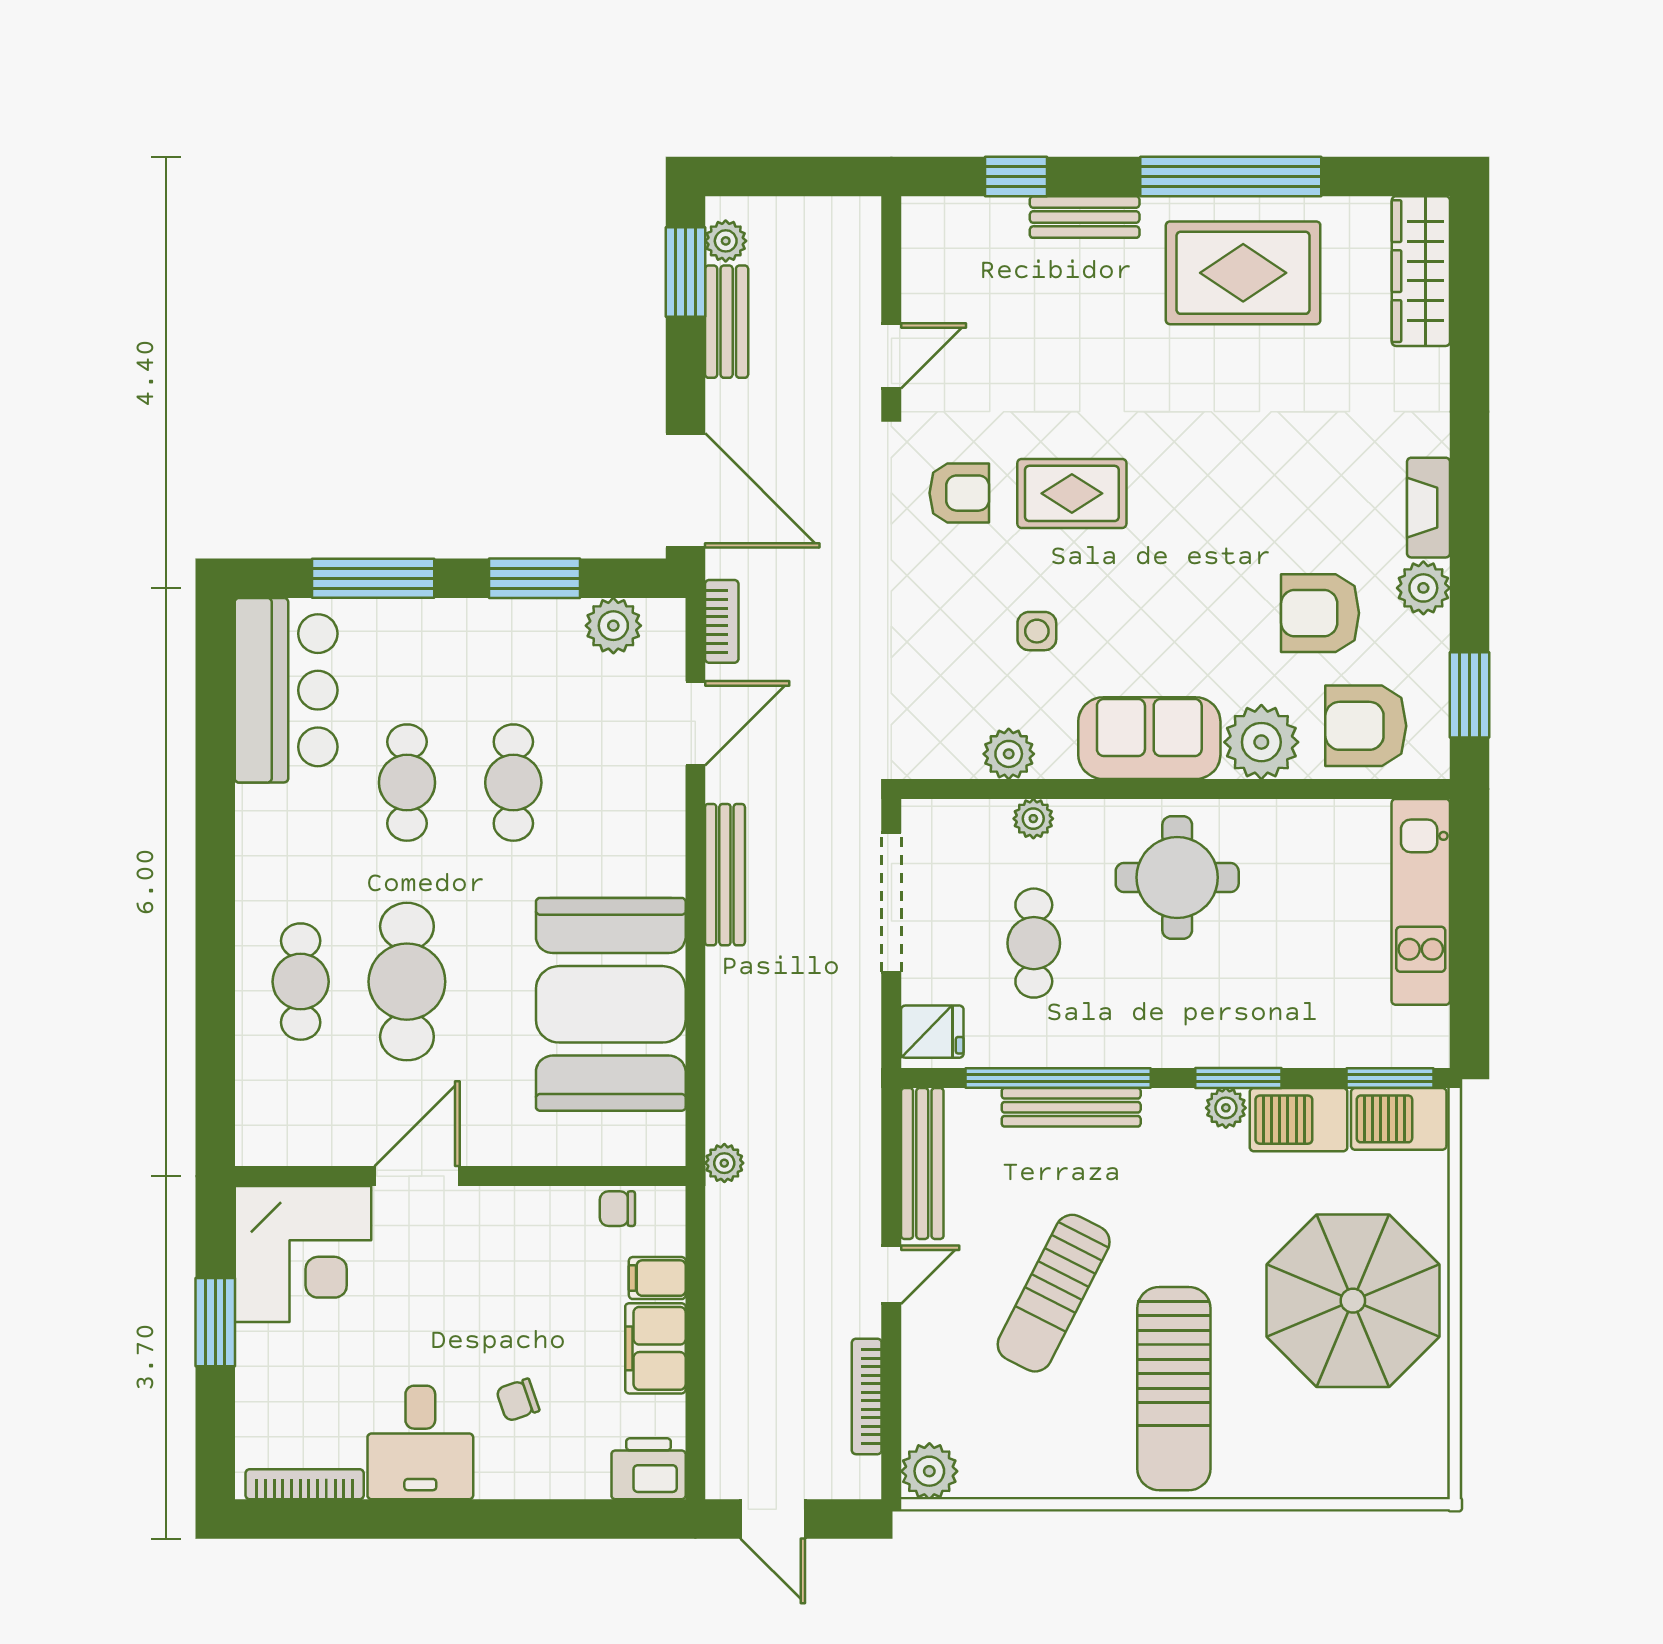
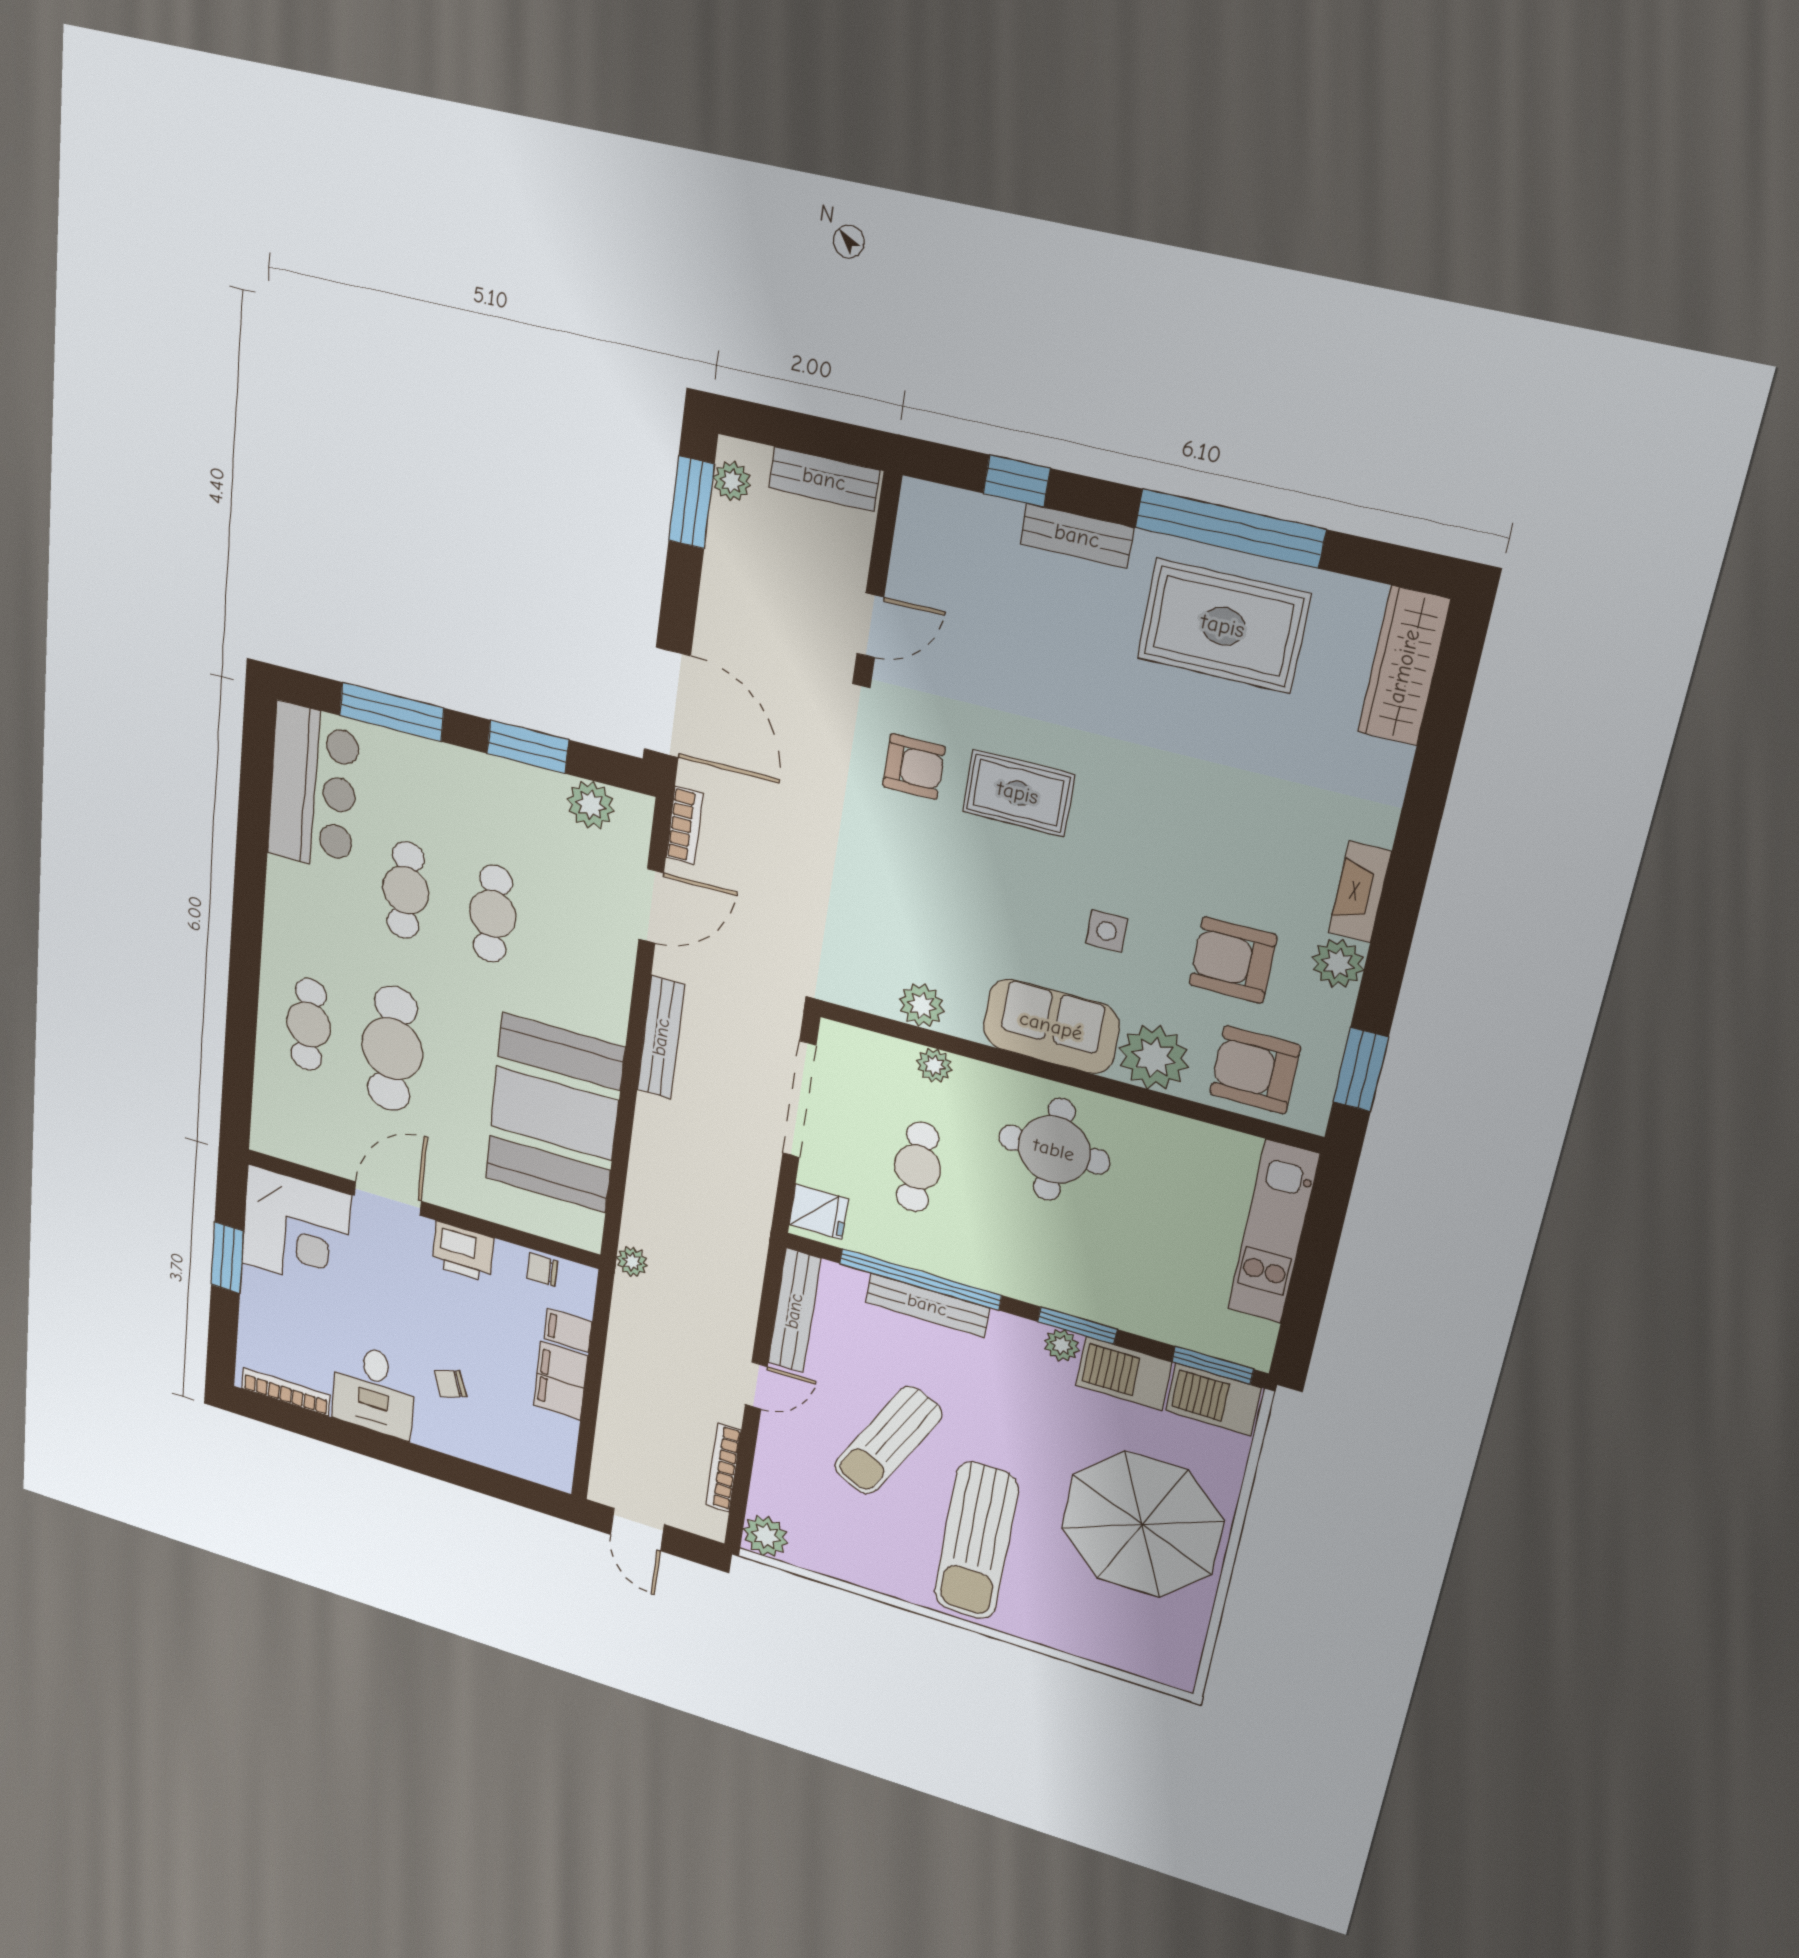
bench: (727, 322) -> (824, 479), moved, turned 90
side table: (1037, 631) -> (1107, 931), moved
printer: (649, 1469) -> (463, 1252), moved, turned 180

